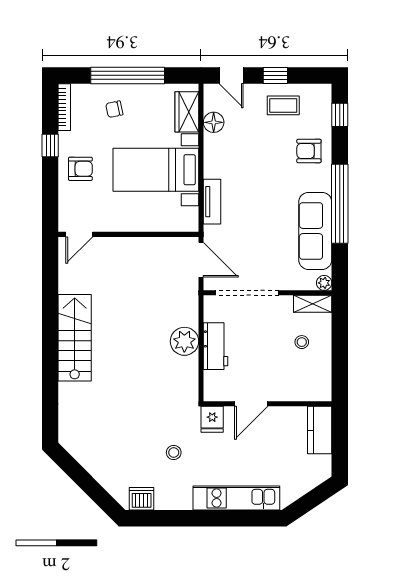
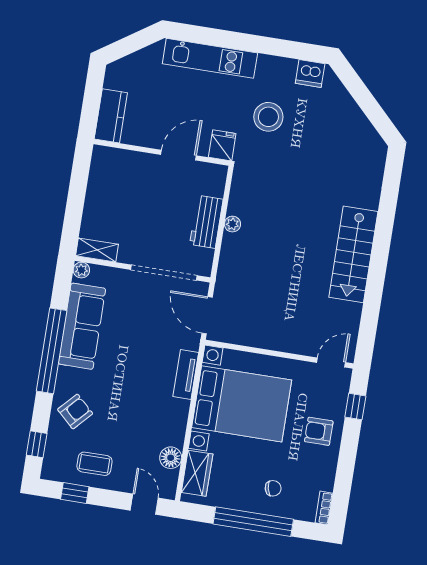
window: (275, 75) -> (75, 493), moved
bookcase: (64, 107) -> (324, 508), width x0.64
window: (50, 145) -> (355, 406), moved
armchair: (309, 151) -> (75, 412), turned -47
bed with nightstands: (156, 170) -> (242, 404), width x1.36
plant: (184, 341) -> (232, 224), width x0.53, depth x0.53
stool: (302, 342) -> (115, 212), removed
stool: (174, 453) -> (268, 117), width x1.89, depth x1.89

